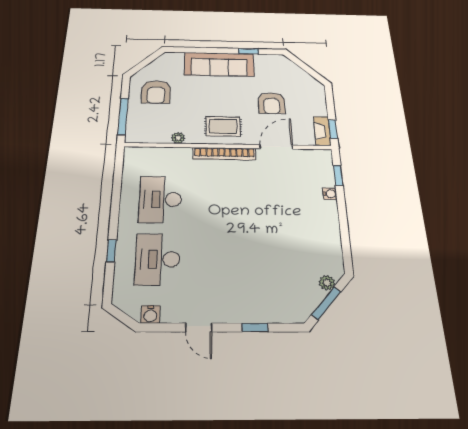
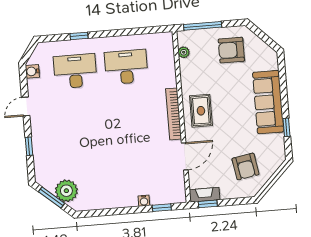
armchair: (272, 103) -> (246, 166), moved, turned -100
plant: (178, 138) -> (184, 52), moved
door: (276, 147) -> (185, 156), hinge flipped
plant: (327, 283) -> (66, 191), width x1.87, depth x1.87

